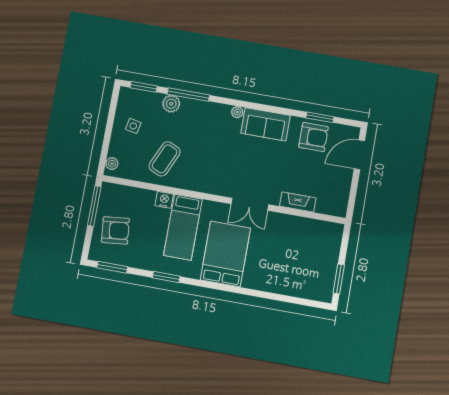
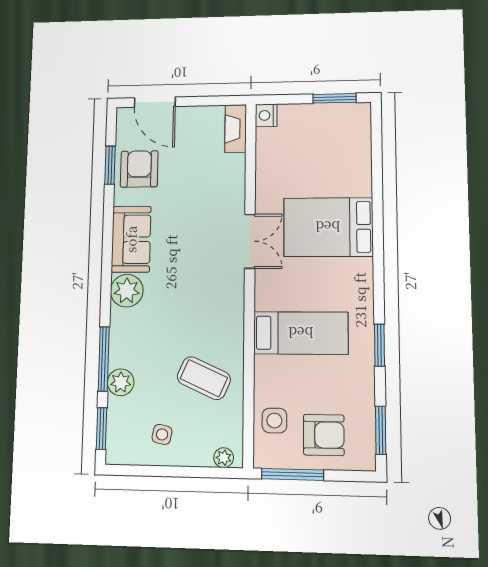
plant: (237, 112) -> (127, 291), width x1.88, depth x1.88
side table: (130, 200) -> (274, 421), added
nightstand: (164, 200) -> (266, 115), moved
fireplace: (298, 202) -> (236, 129), moved
armchair: (115, 230) -> (324, 435), turned 96
bed: (225, 254) -> (328, 227), moved

